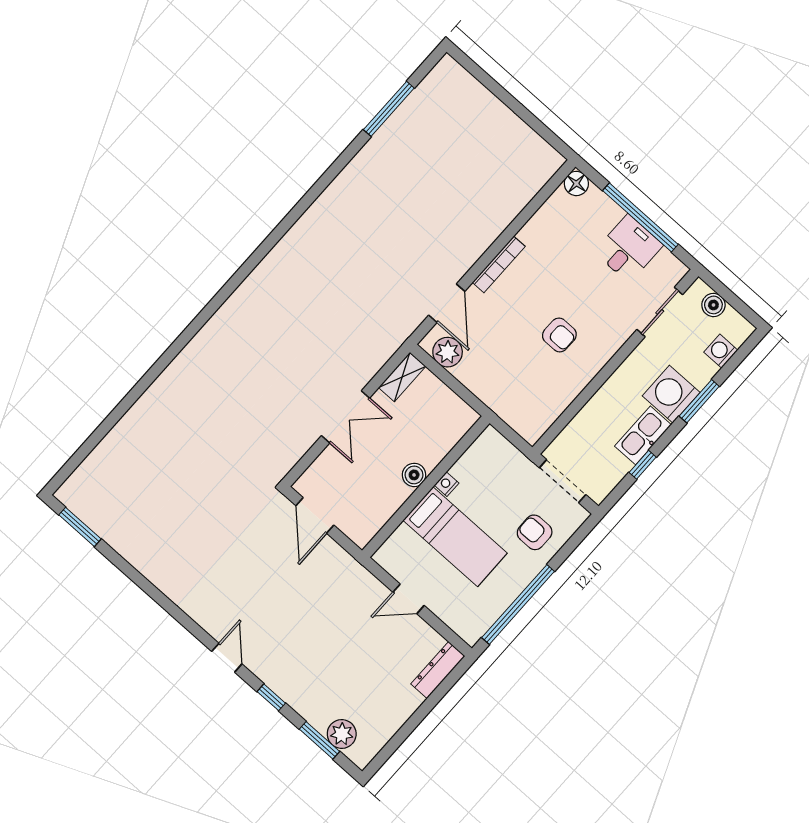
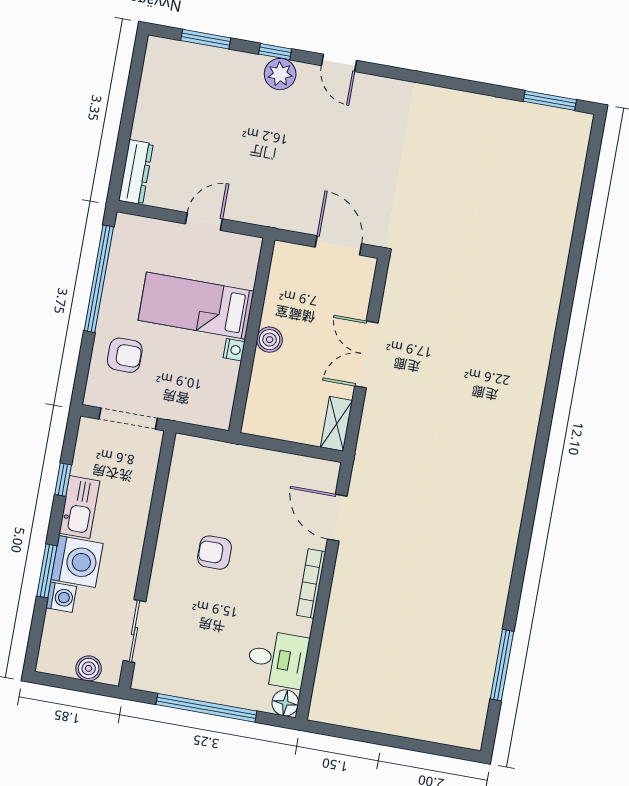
desk: (628, 249) -> (278, 659), moved, turned -90
washing machine: (721, 351) -> (61, 597), moved
plant: (448, 352) -> (309, 473), removed
plant: (342, 734) -> (280, 74), moved

